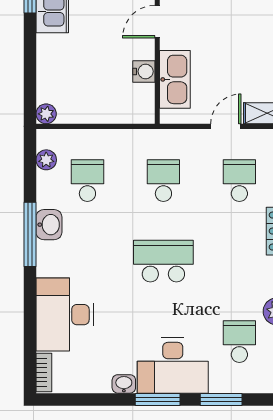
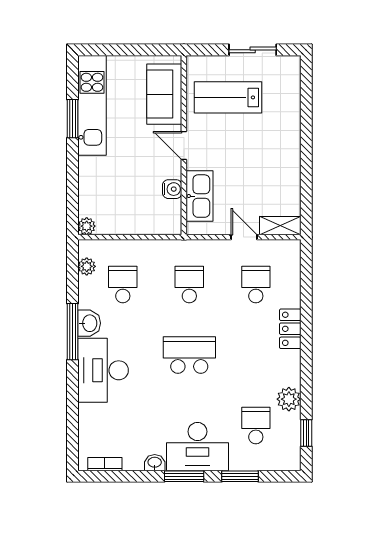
door: (157, 22) -> (184, 145), hinge flipped
door: (226, 126) -> (244, 237), hinge flipped
desk: (65, 315) -> (103, 370), moved
bookcase: (44, 373) -> (105, 464), moved, turned -90

